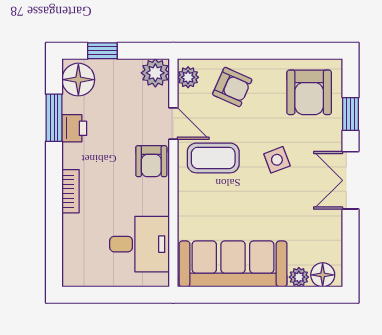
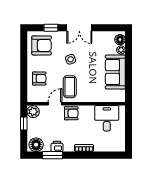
window: (102, 51) -> (24, 124), moved
plant: (188, 77) -> (35, 98), removed
armchair: (232, 87) -> (39, 78), turned 66
sofa: (233, 264) -> (115, 72), width x0.73

